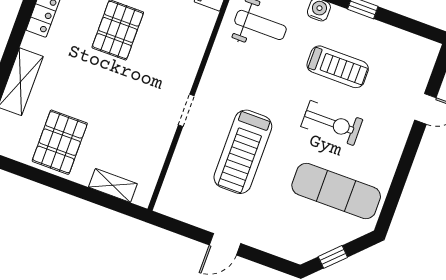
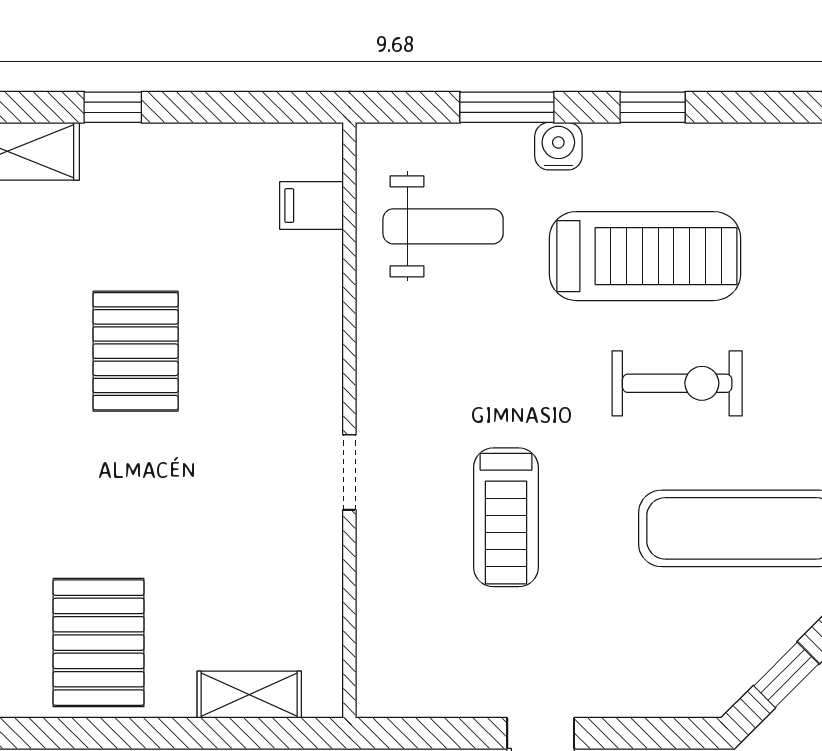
treadmill: (338, 67) -> (645, 256), width x1.37, depth x1.38
treadmill: (243, 152) -> (506, 517), width x0.73, depth x0.73

